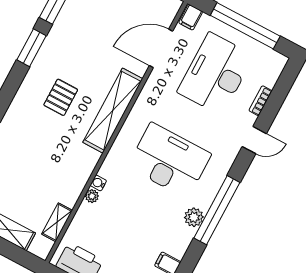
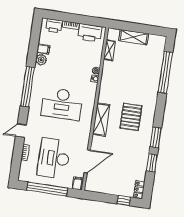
desk: (215, 74) -> (54, 158), turned 180
pallet: (61, 97) -> (131, 117), width x1.50, depth x1.42
shelving: (113, 111) -> (101, 120), width x0.68
plant: (194, 217) -> (41, 60), moved

